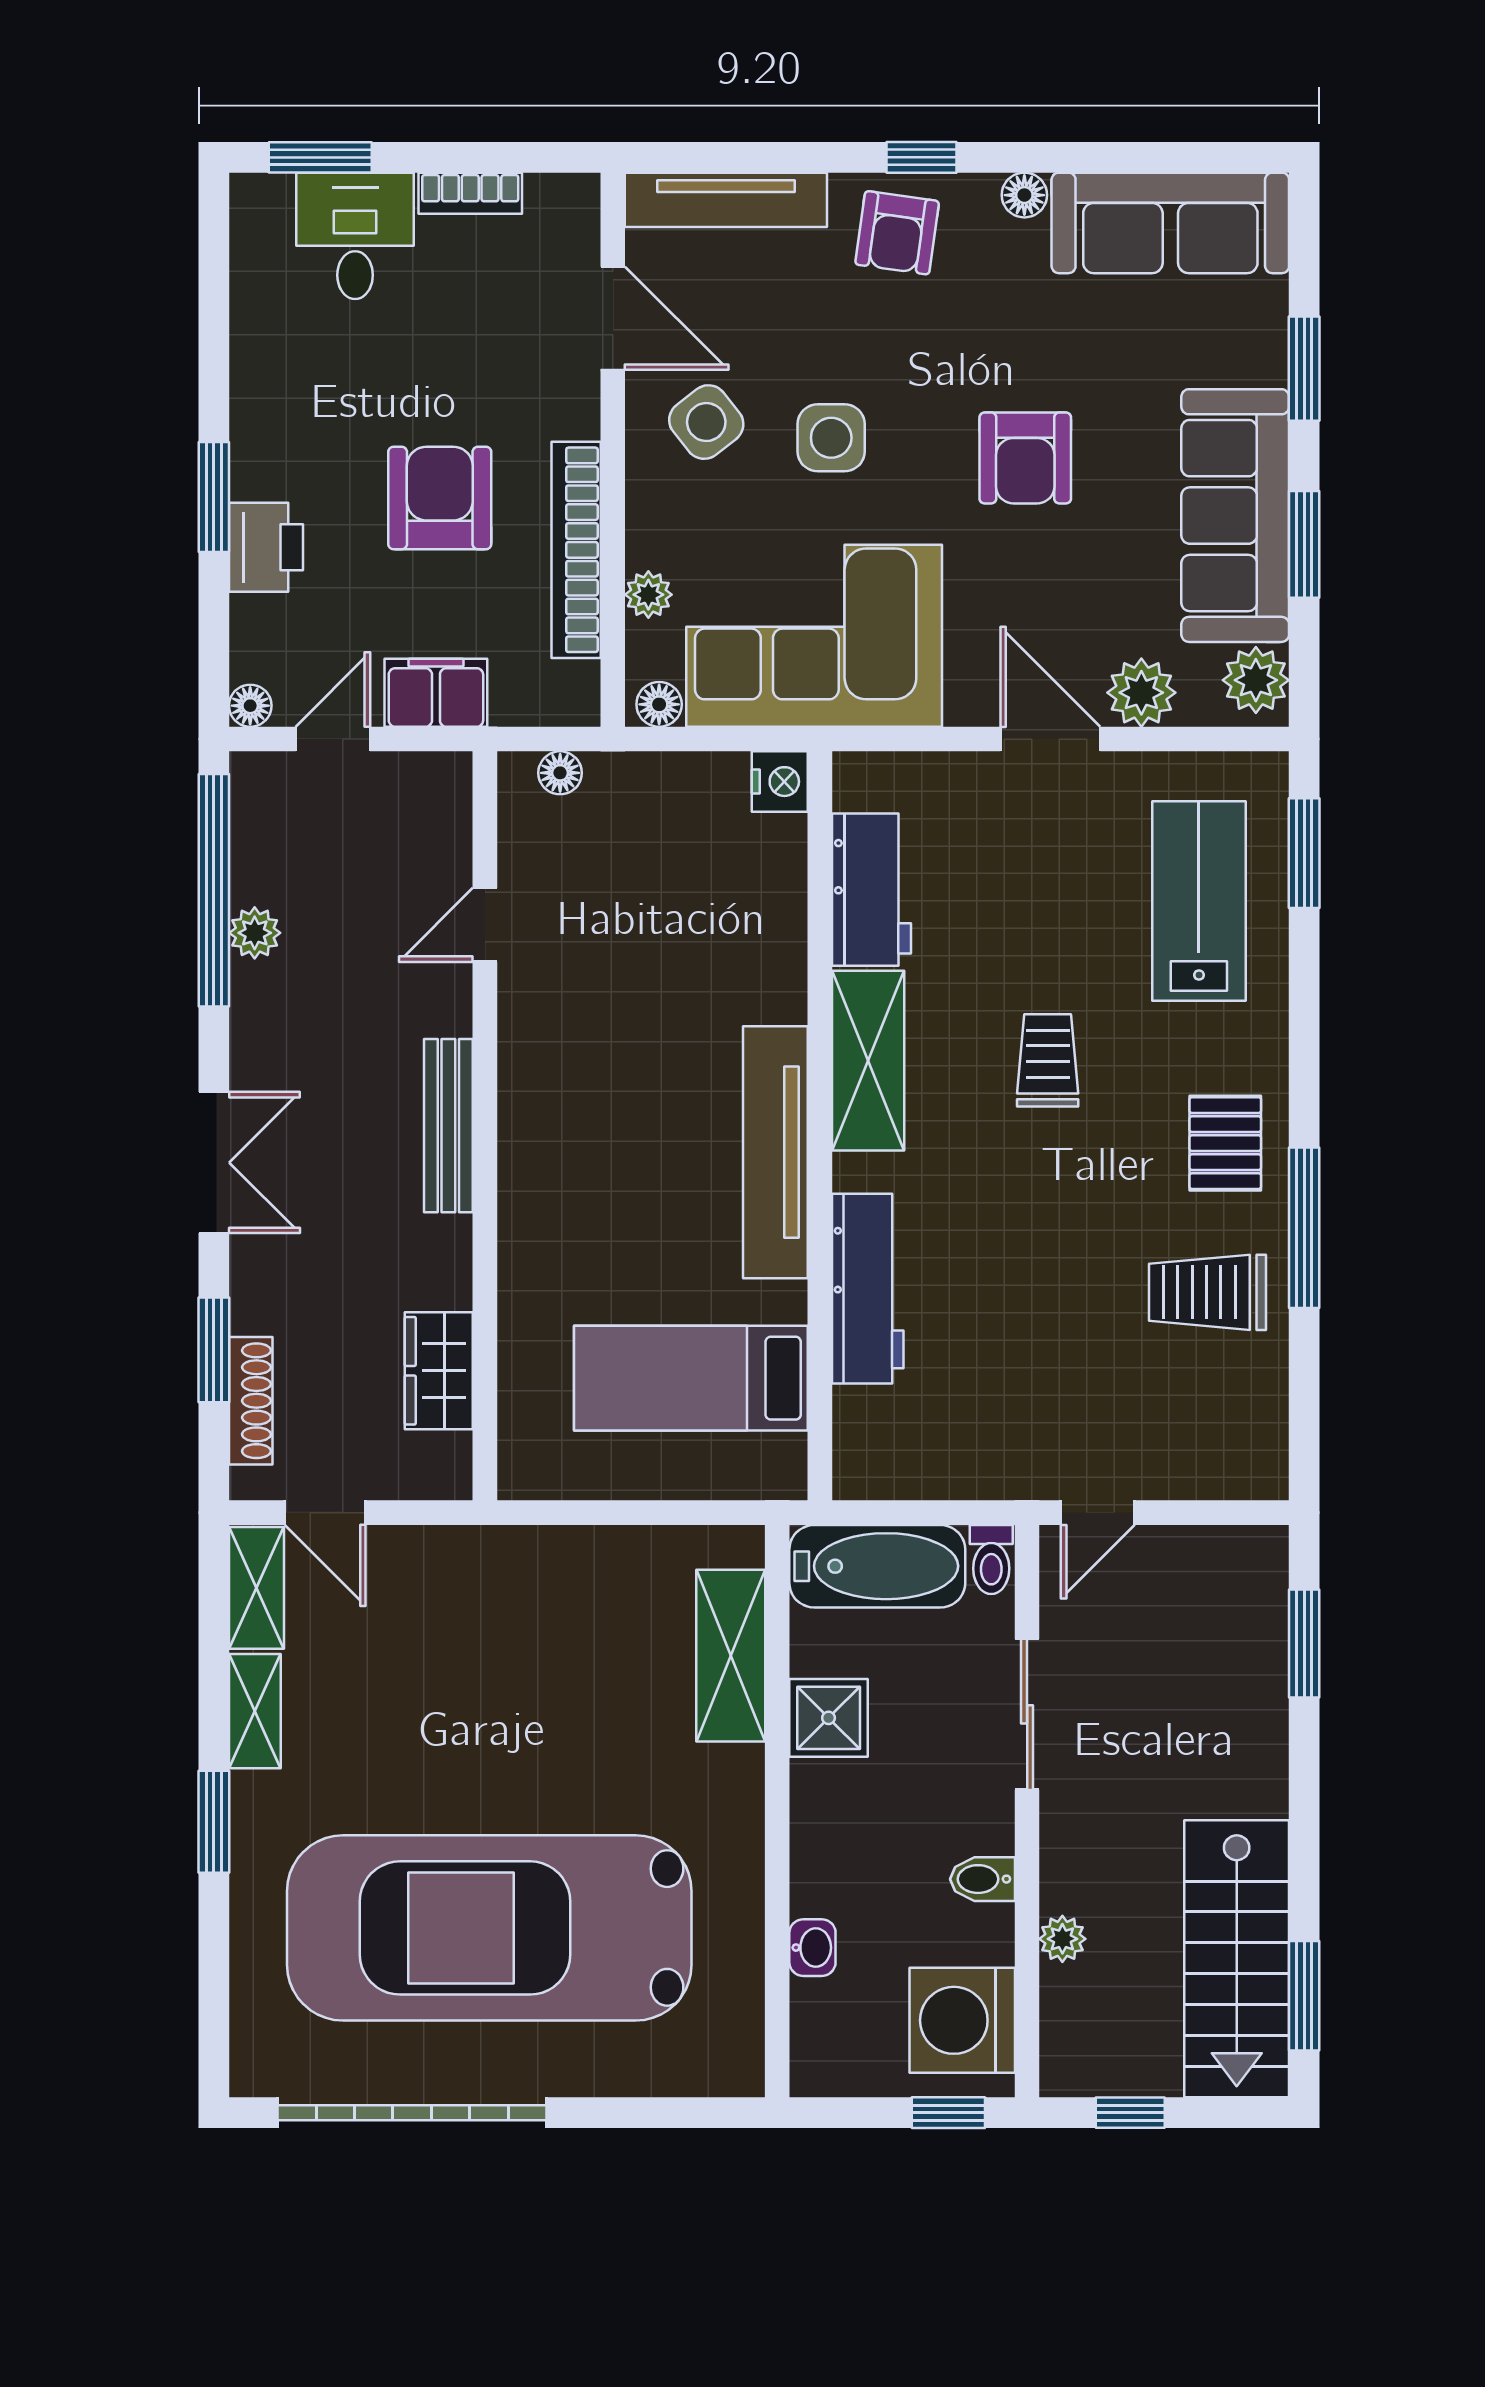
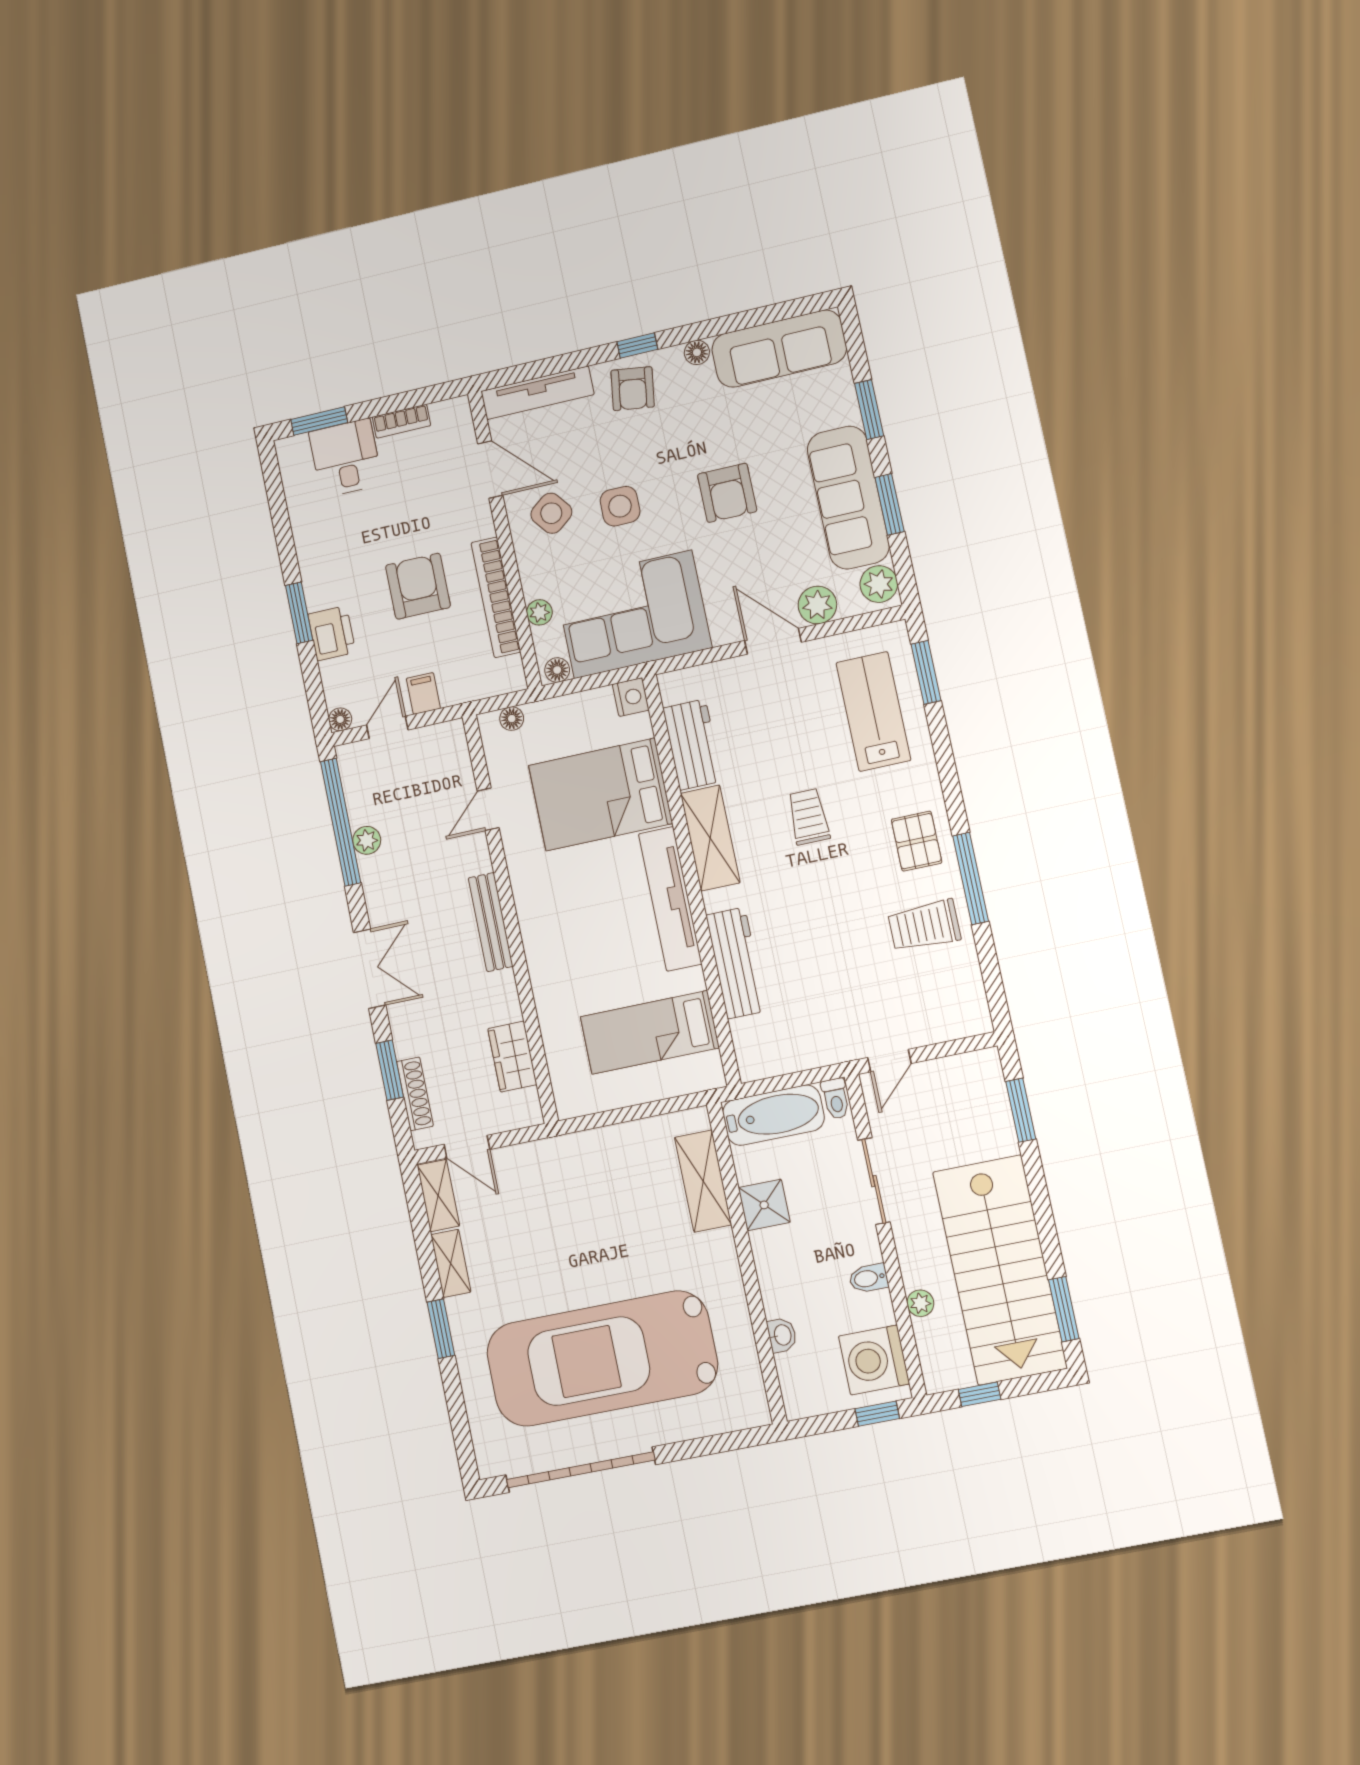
filing cabinet: (436, 693) -> (423, 693), width x0.50
bed: (690, 942) -> (600, 794), added
stairs: (1237, 1959) -> (1000, 1270), width x1.36, depth x1.51

